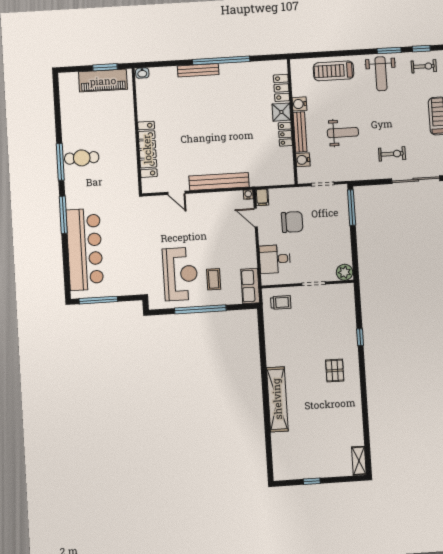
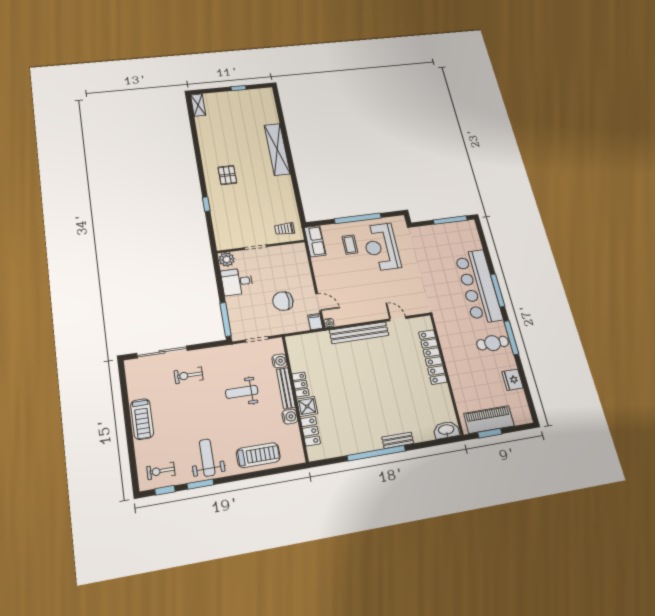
bench: (198, 70) -> (398, 440), width x0.73
washbasin: (142, 73) -> (446, 430), width x1.91, depth x1.45
fridge: (69, 118) -> (513, 380), added
bar counter: (85, 249) -> (479, 286), moved
desk: (275, 259) -> (237, 282), moved, turned 180

